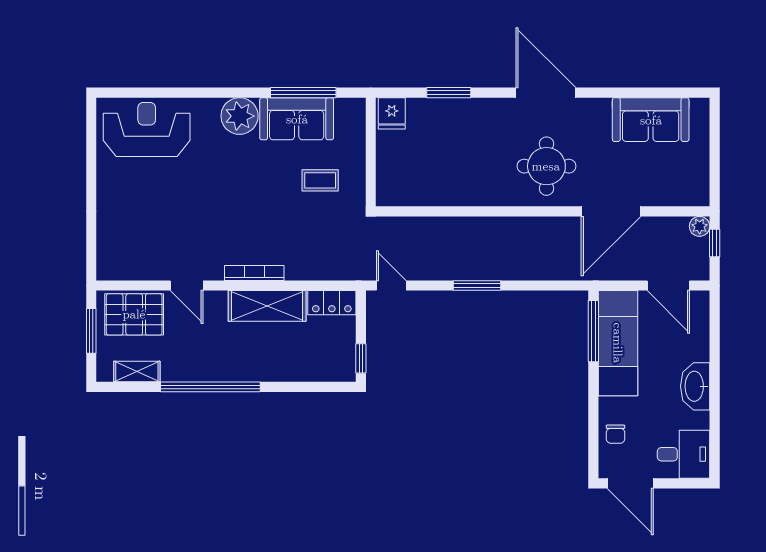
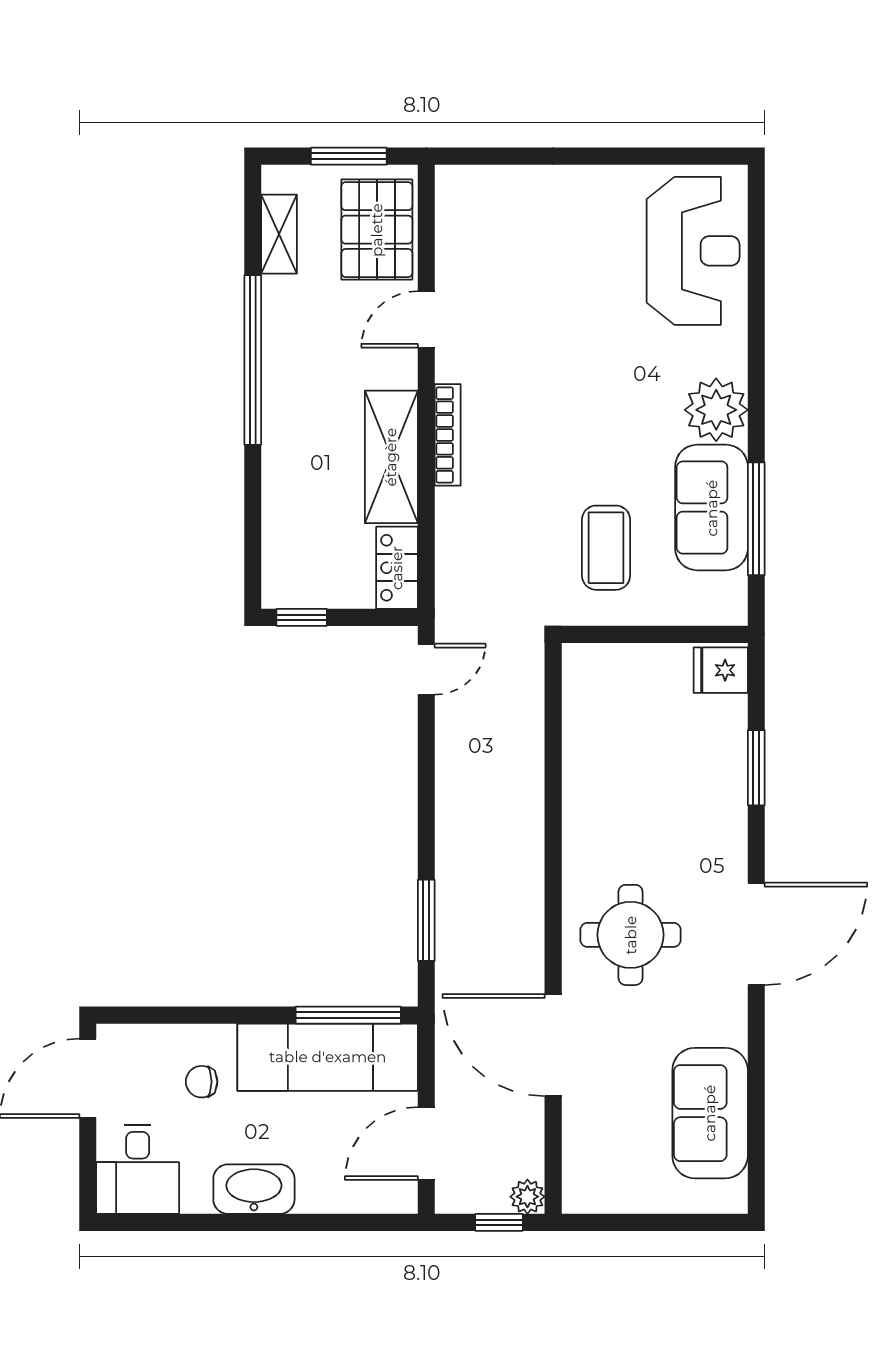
coffee table: (320, 180) -> (606, 548), width x1.36, depth x1.30
window: (477, 286) -> (426, 920), moved
chair: (615, 434) -> (202, 1082), moved

